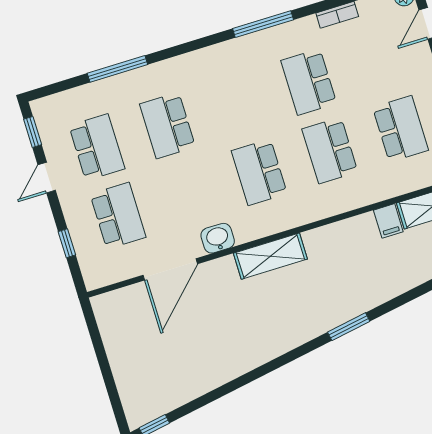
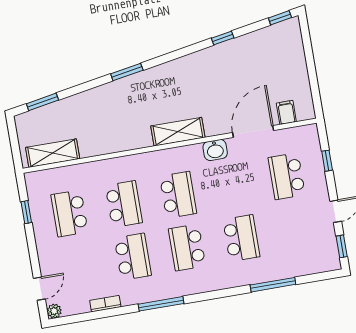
school desk: (97, 147) -> (187, 247), moved
filing cabinet: (388, 221) -> (286, 112), moved
window: (227, 388) -> (223, 38), added

